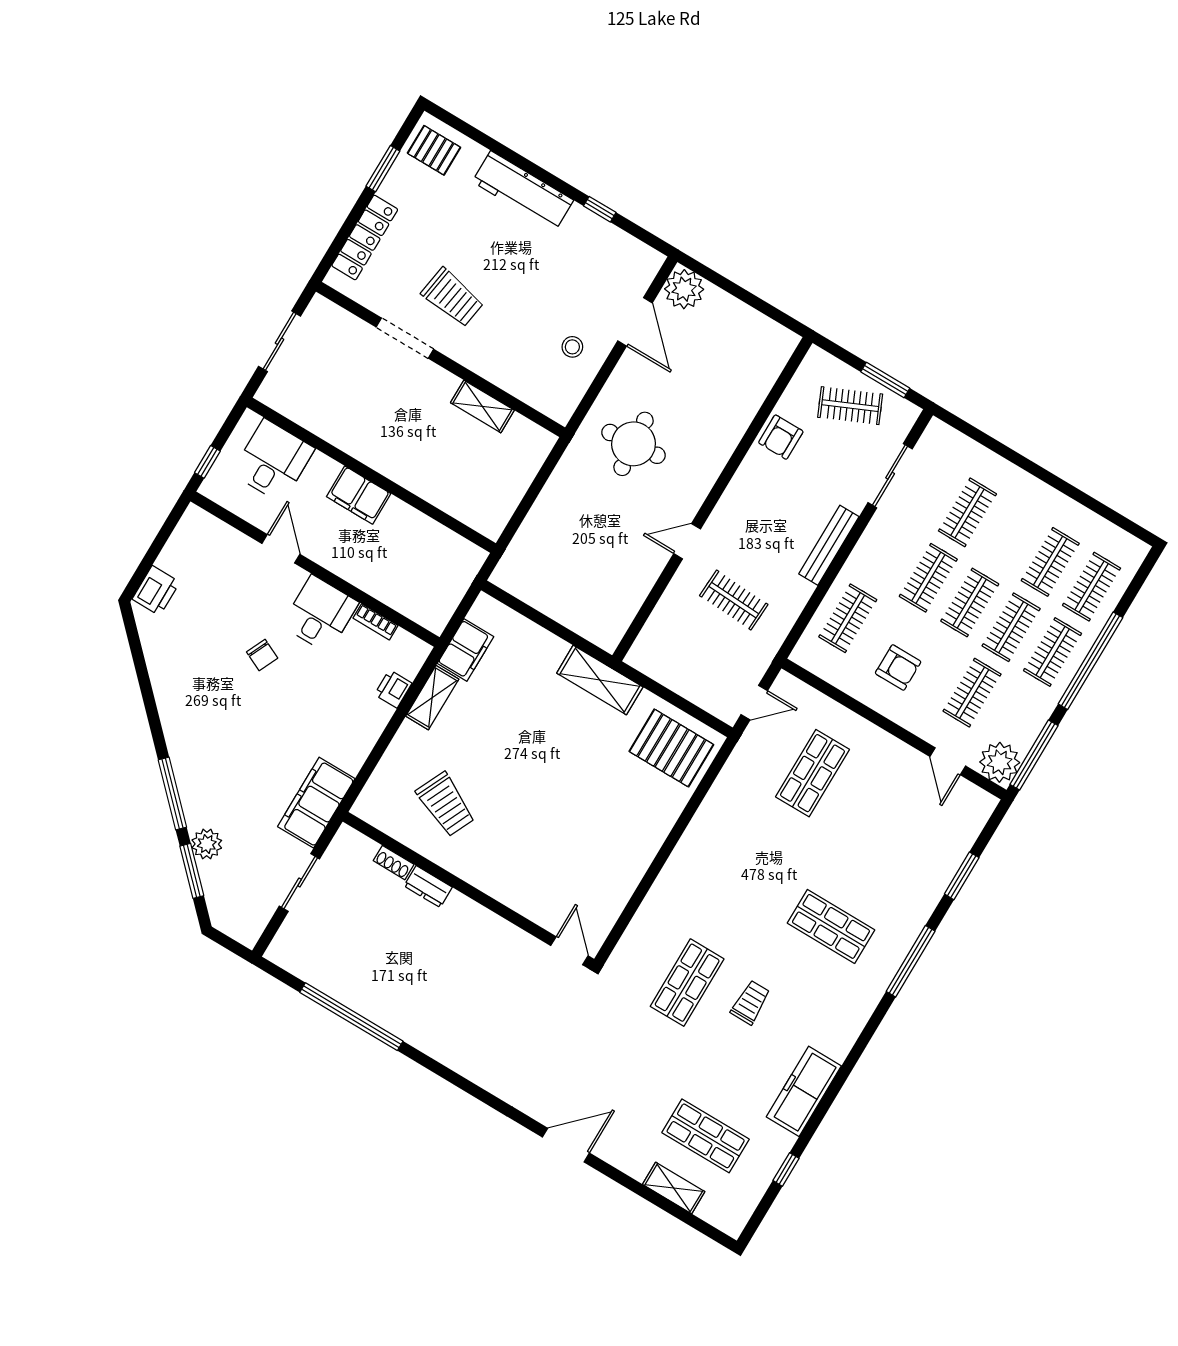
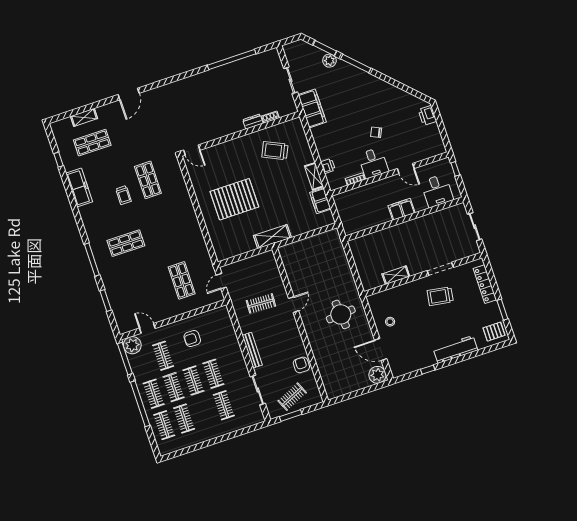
clothes rail: (848, 618) -> (223, 336), removed
pallet: (671, 748) -> (234, 199), moved, width x1.37, depth x1.41

